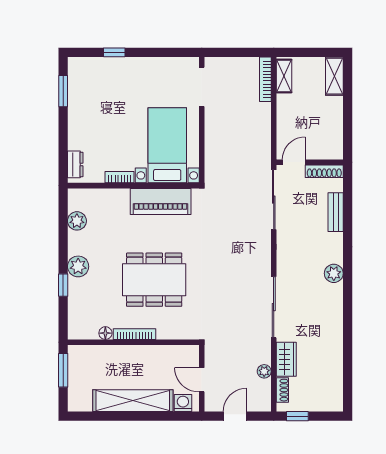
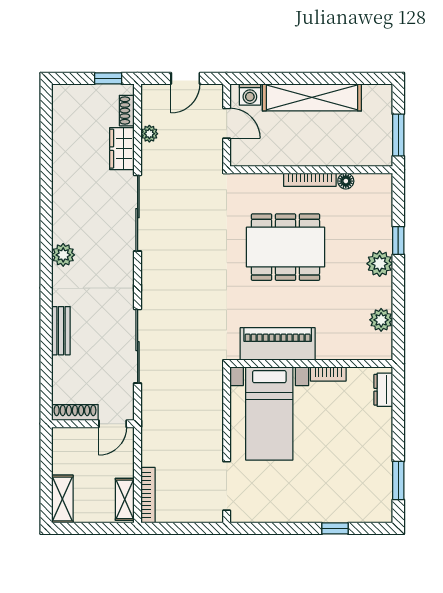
door: (294, 162) -> (113, 424), moved
wall: (310, 162) -> (93, 424), moved
shoe rack: (324, 171) -> (75, 412), moved

